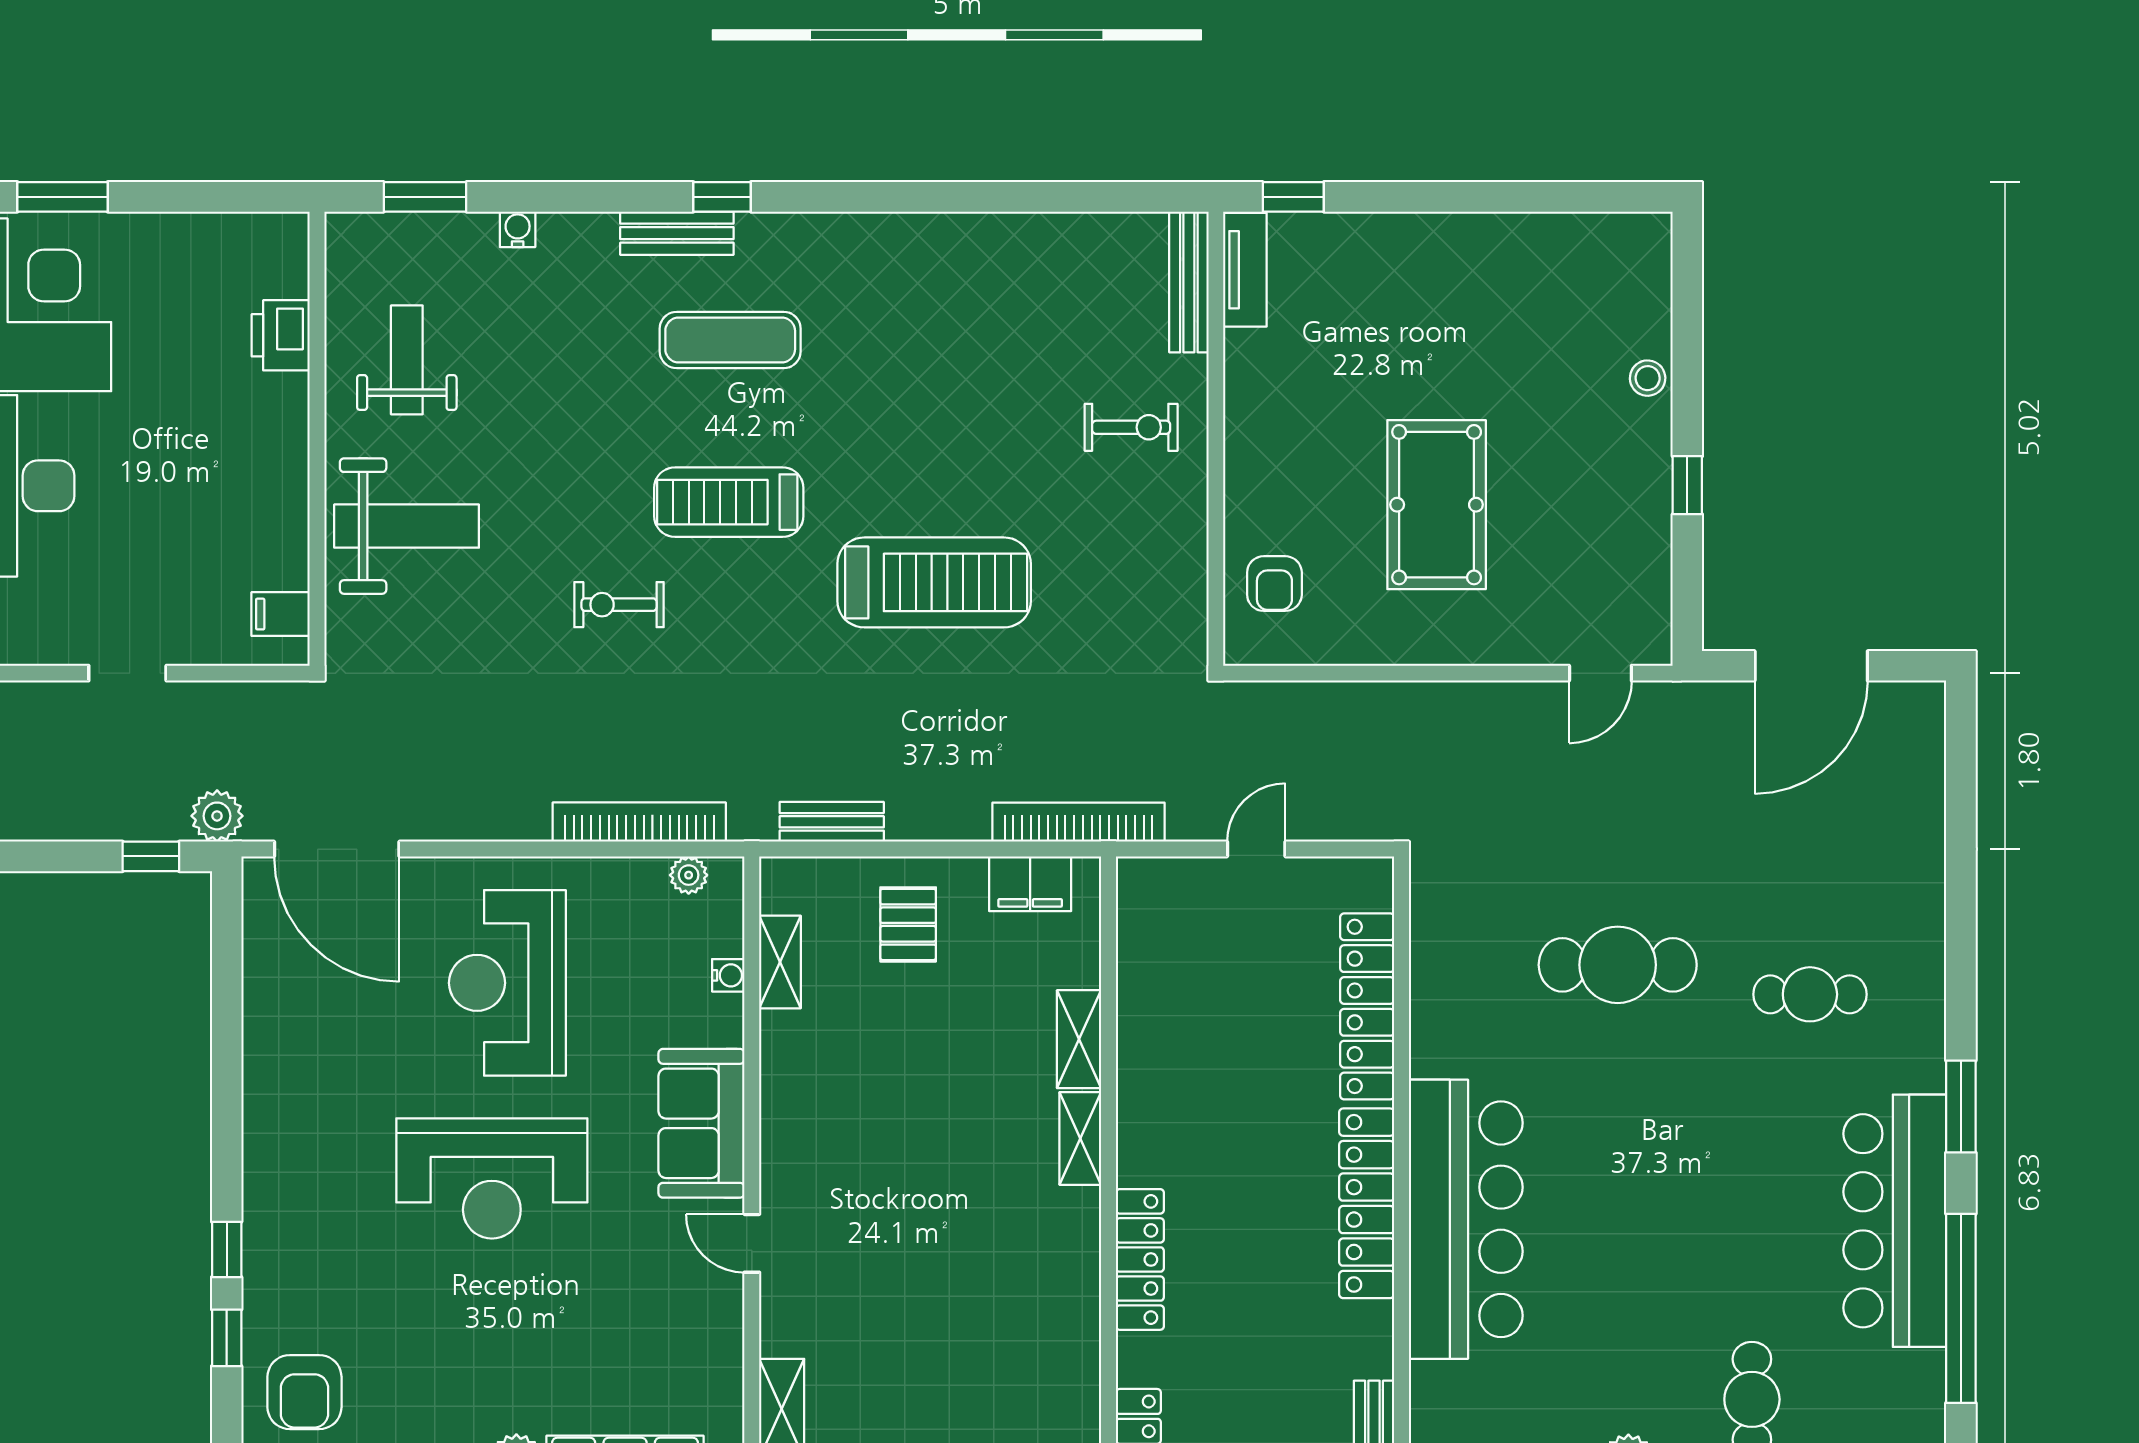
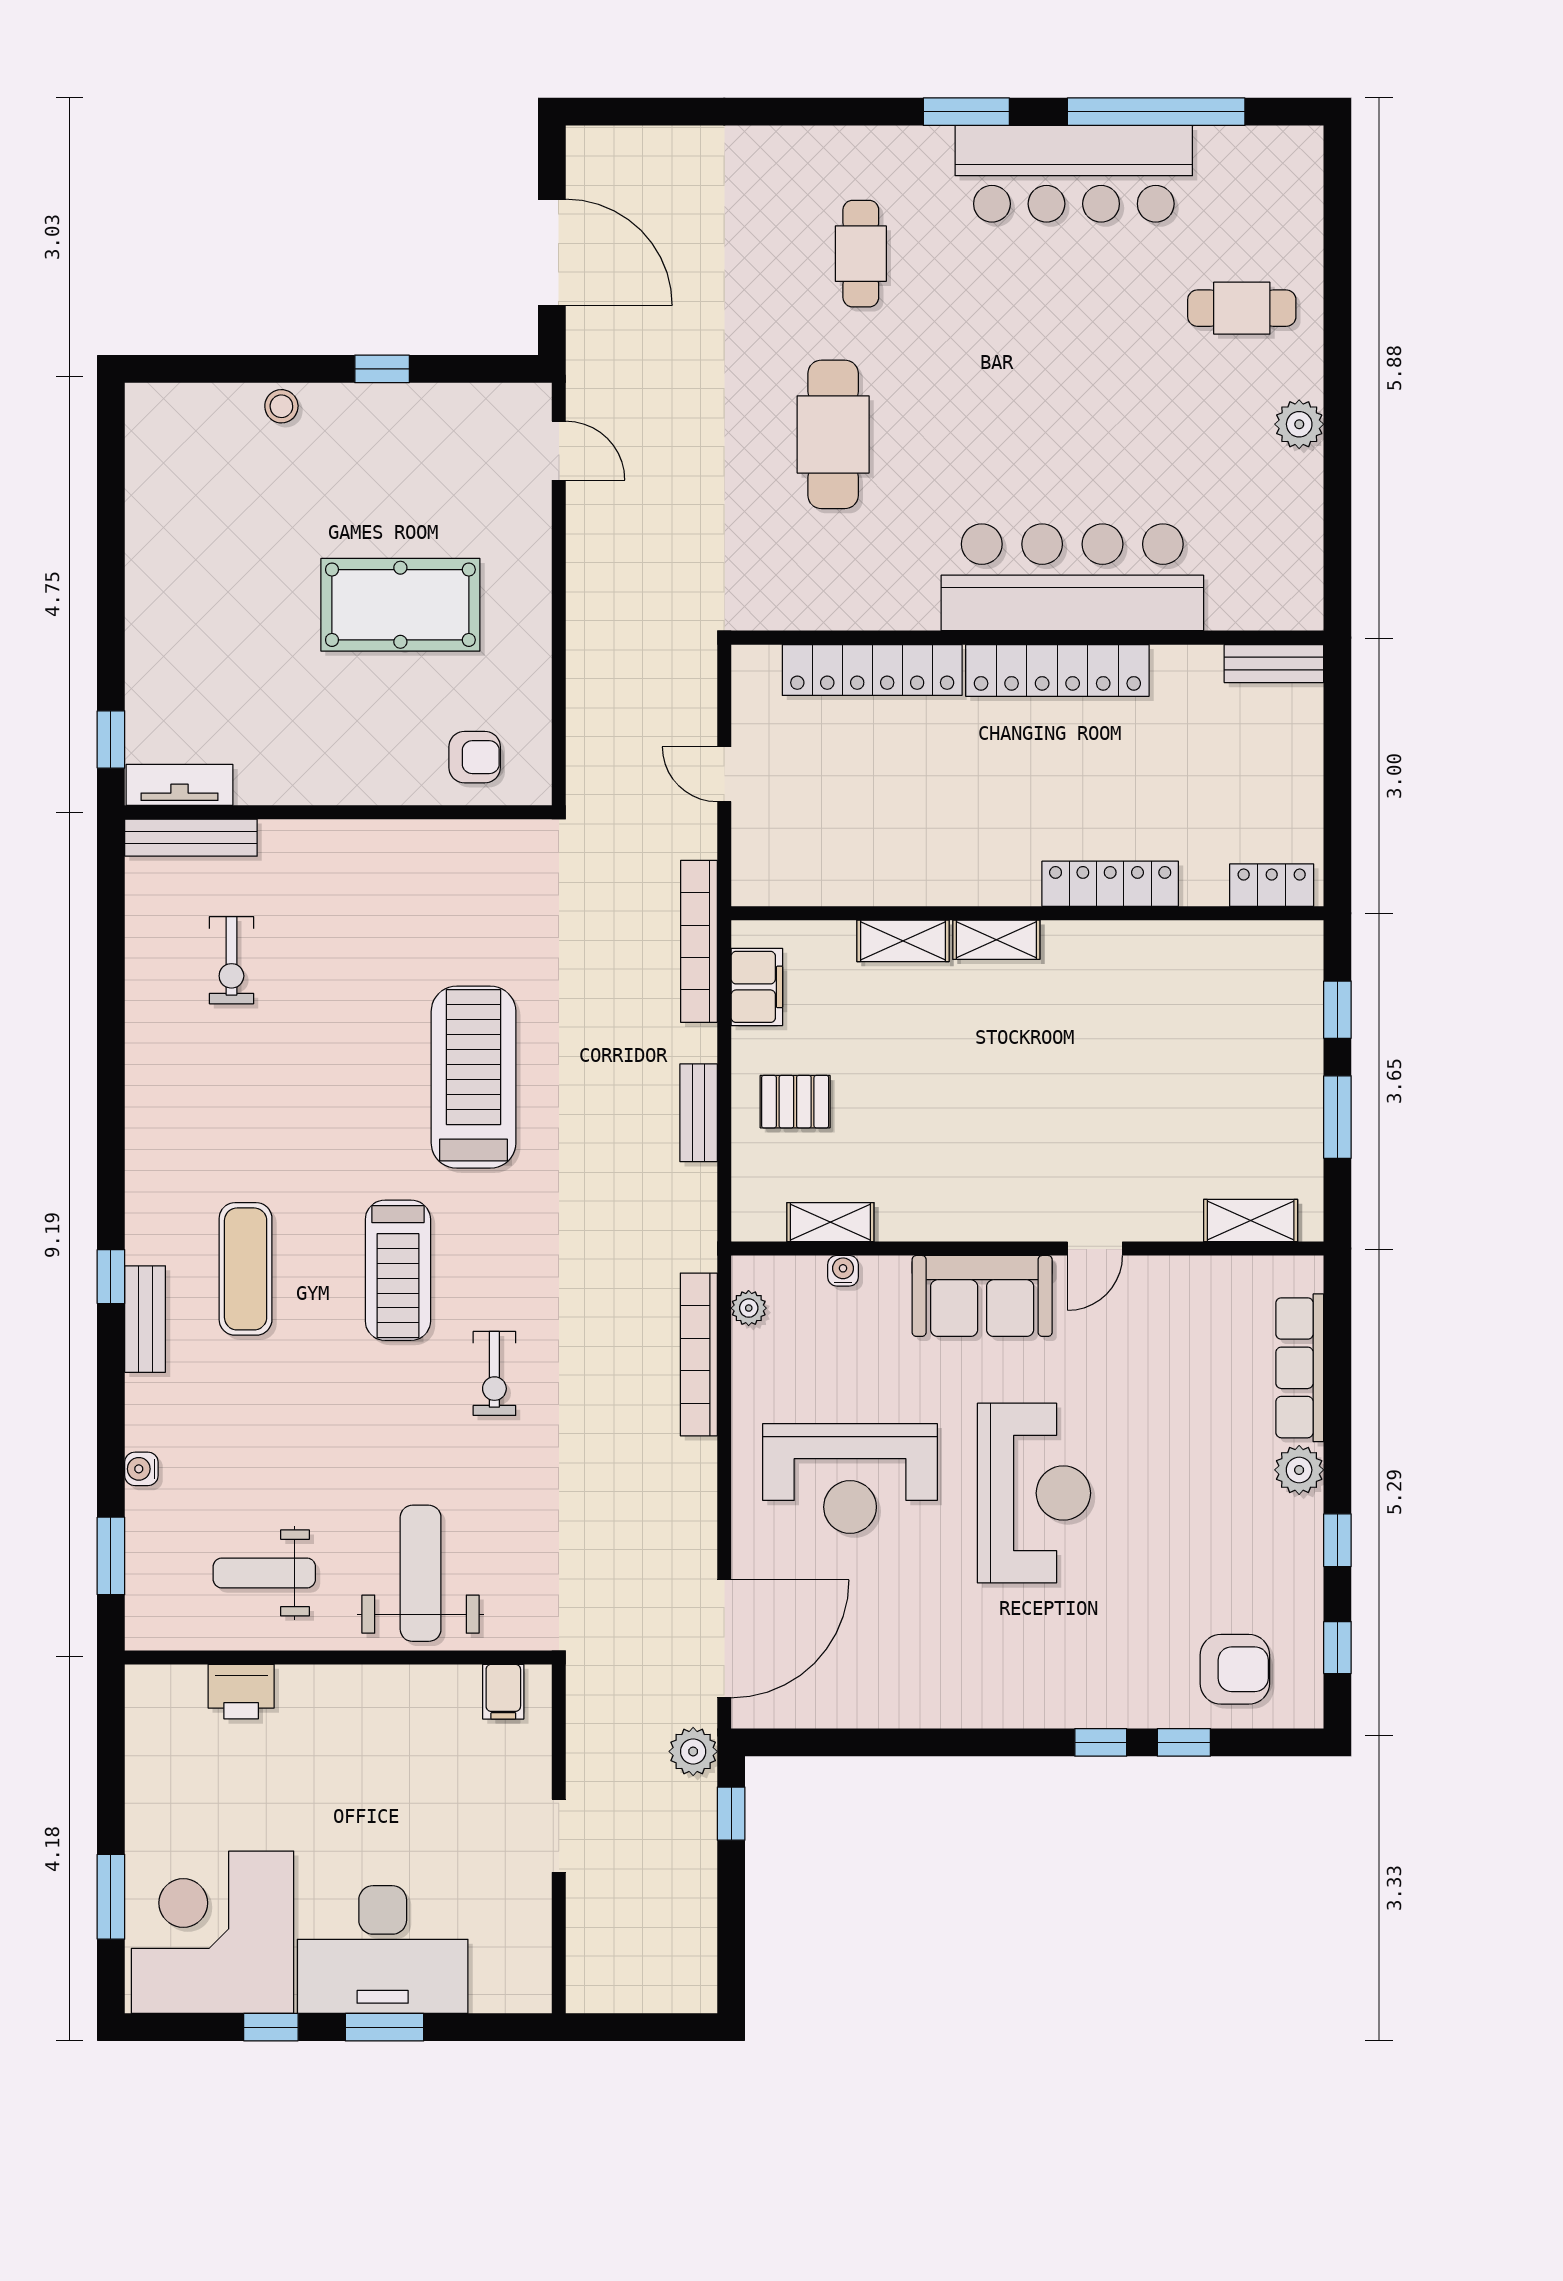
exercise bike: (1131, 427) -> (231, 960), moved, turned 180
bench: (832, 822) -> (699, 1113), moved

